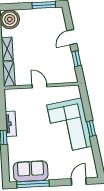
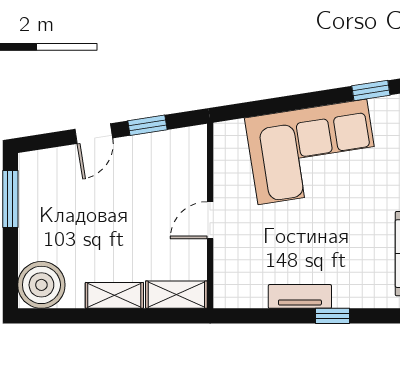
door: (72, 37) -> (94, 134), hinge flipped
window: (91, 129) -> (371, 90), moved

